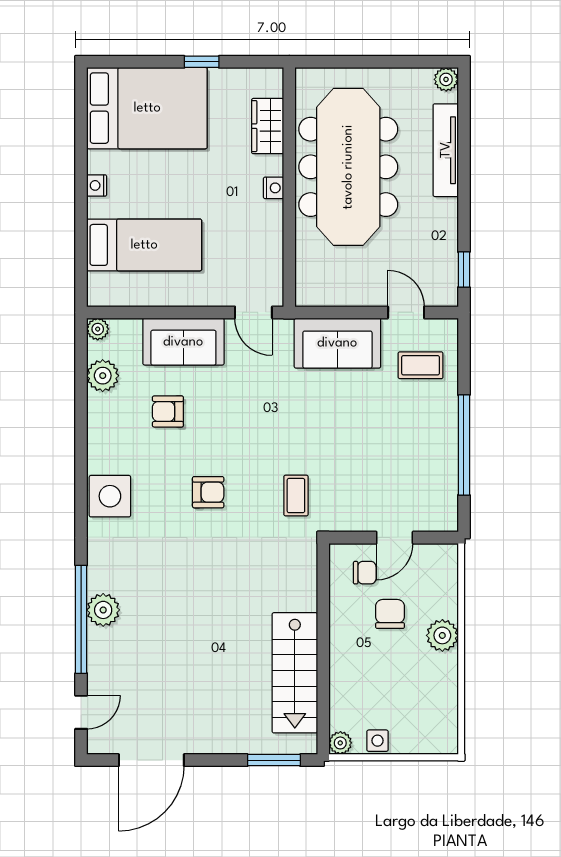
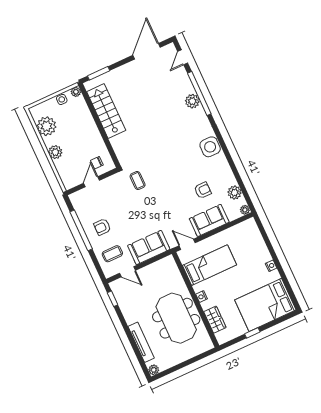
meeting table: (348, 167) -> (176, 318), width x0.73
bed: (144, 245) -> (210, 265), moved, turned 180
armchair: (208, 492) -> (102, 227), moved
chair: (390, 614) -> (80, 151), removed
plant: (436, 699) -> (46, 126), added

